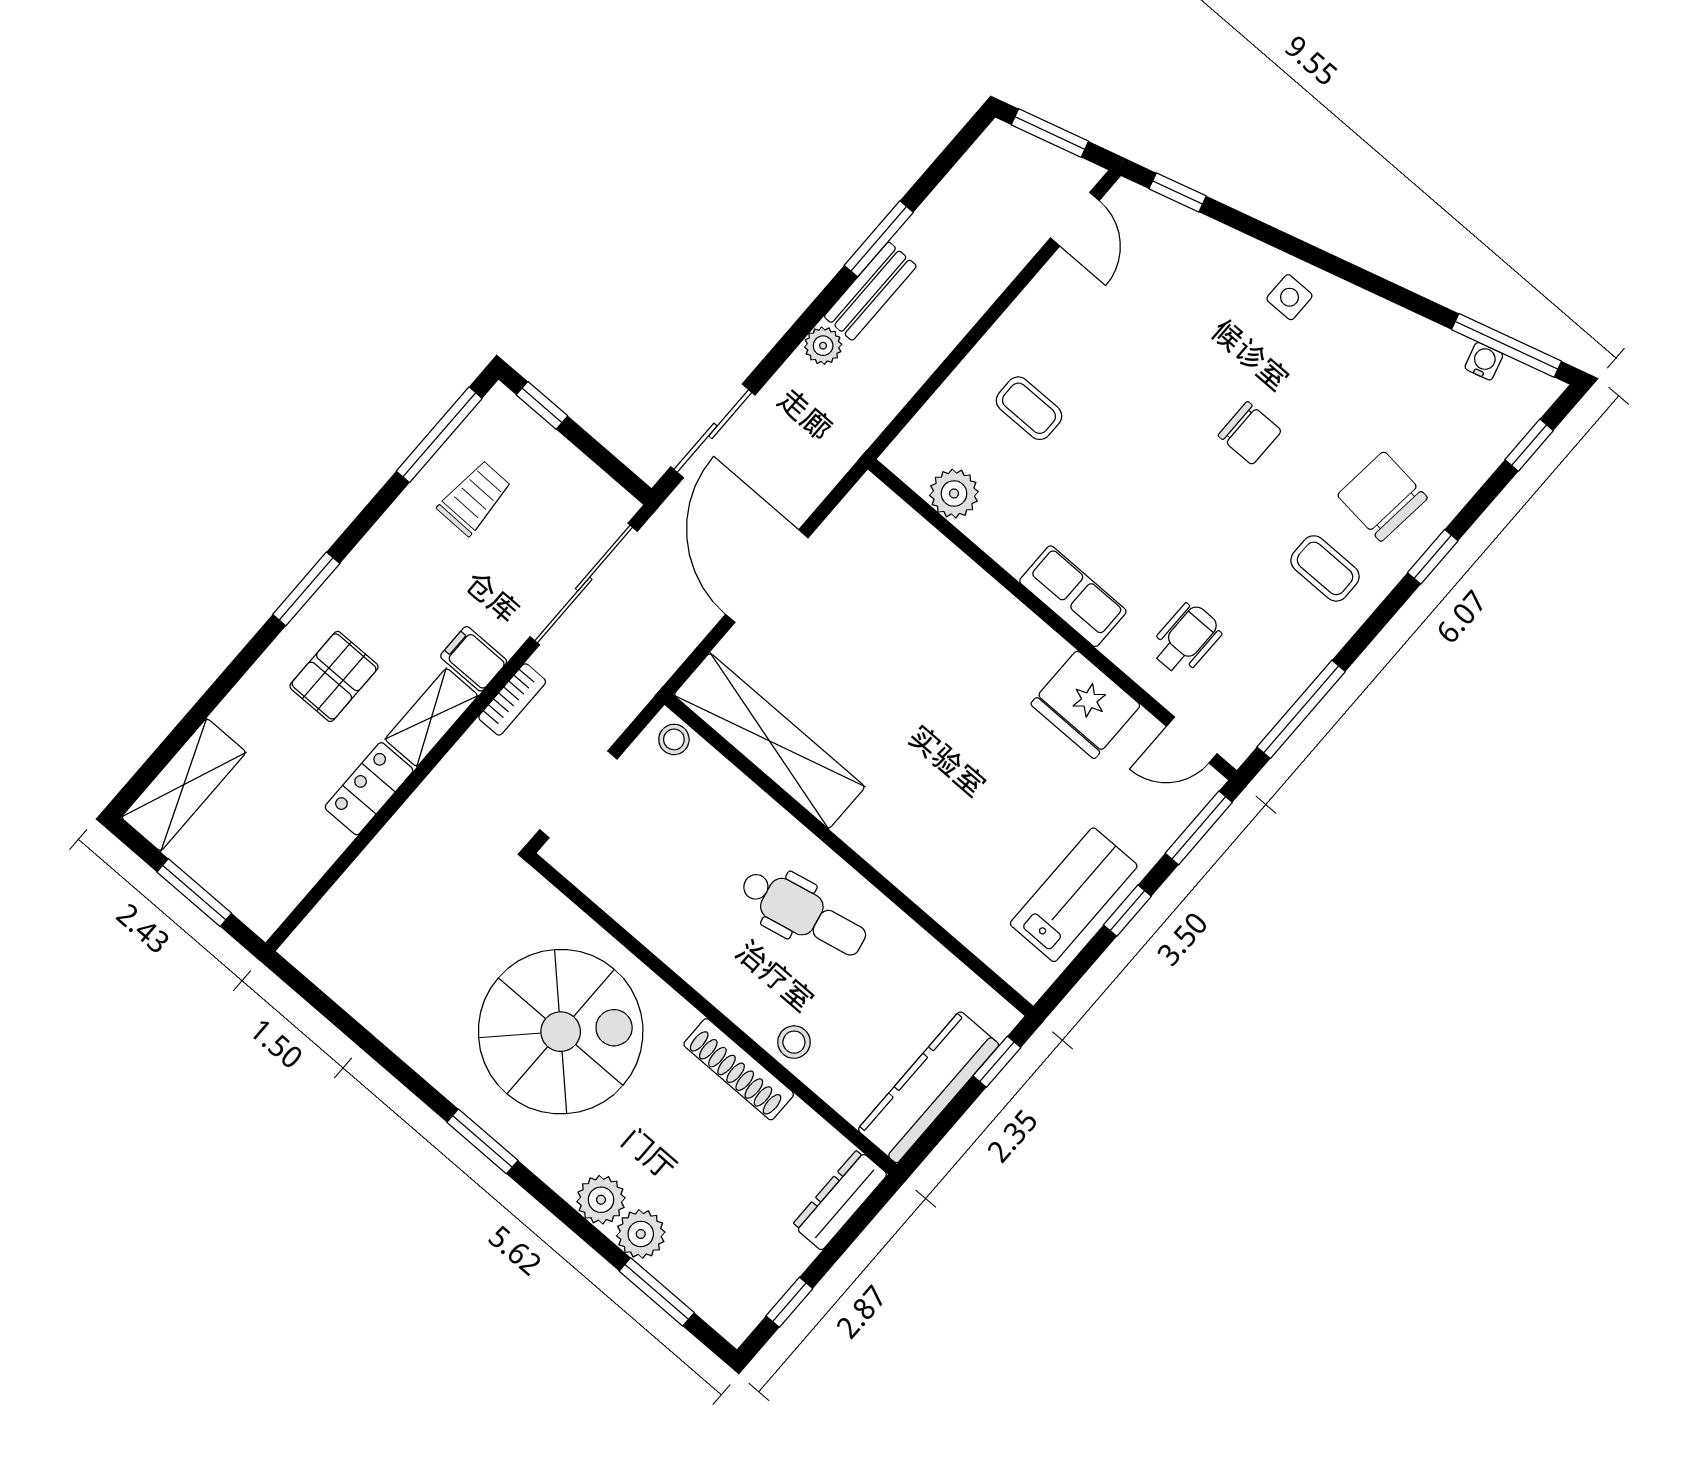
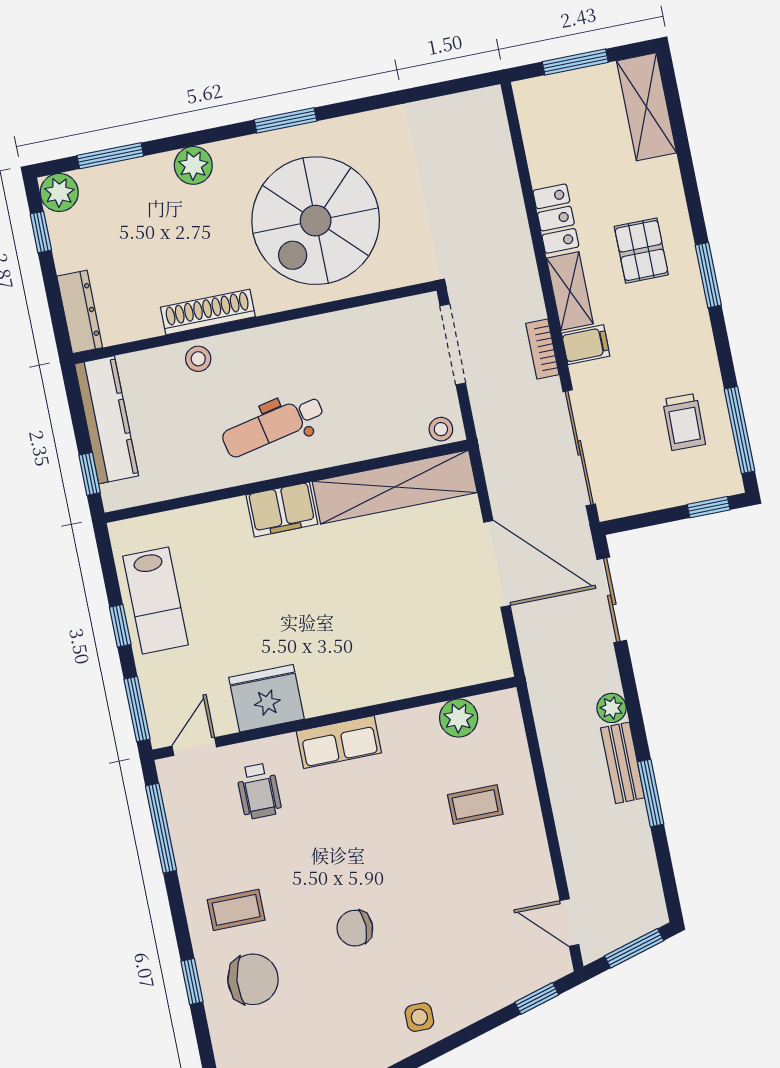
filing cabinet: (881, 838) -> (282, 509), added
plant: (641, 1234) -> (59, 192), moved

